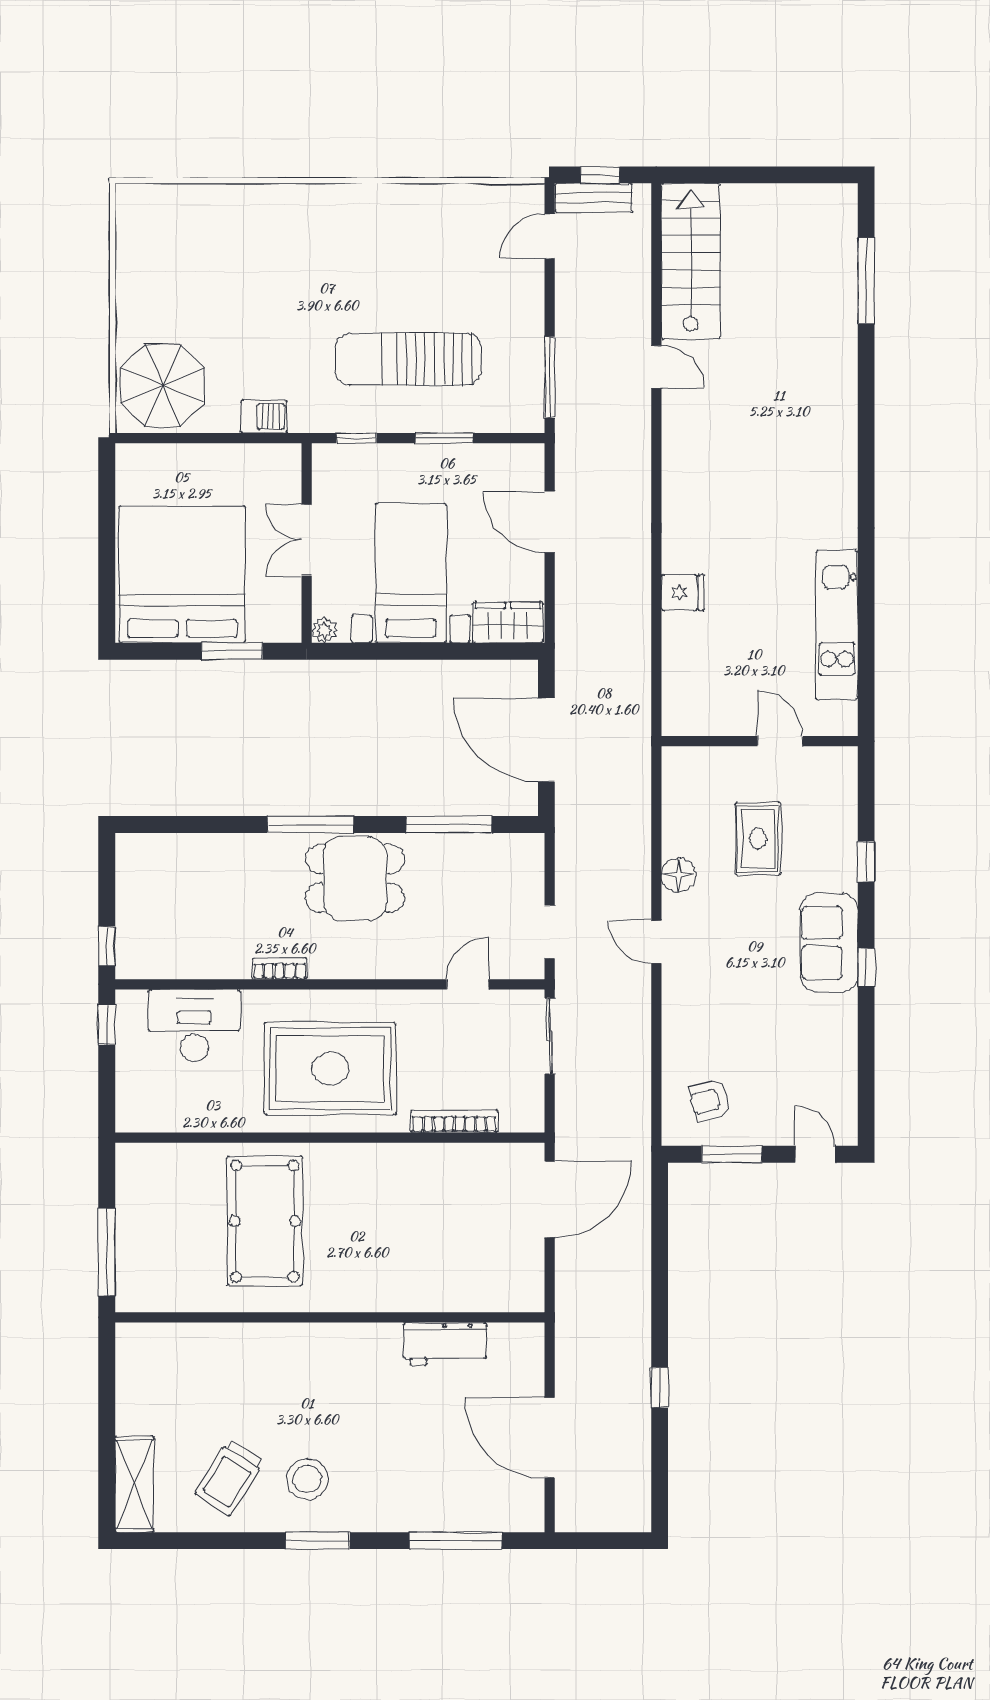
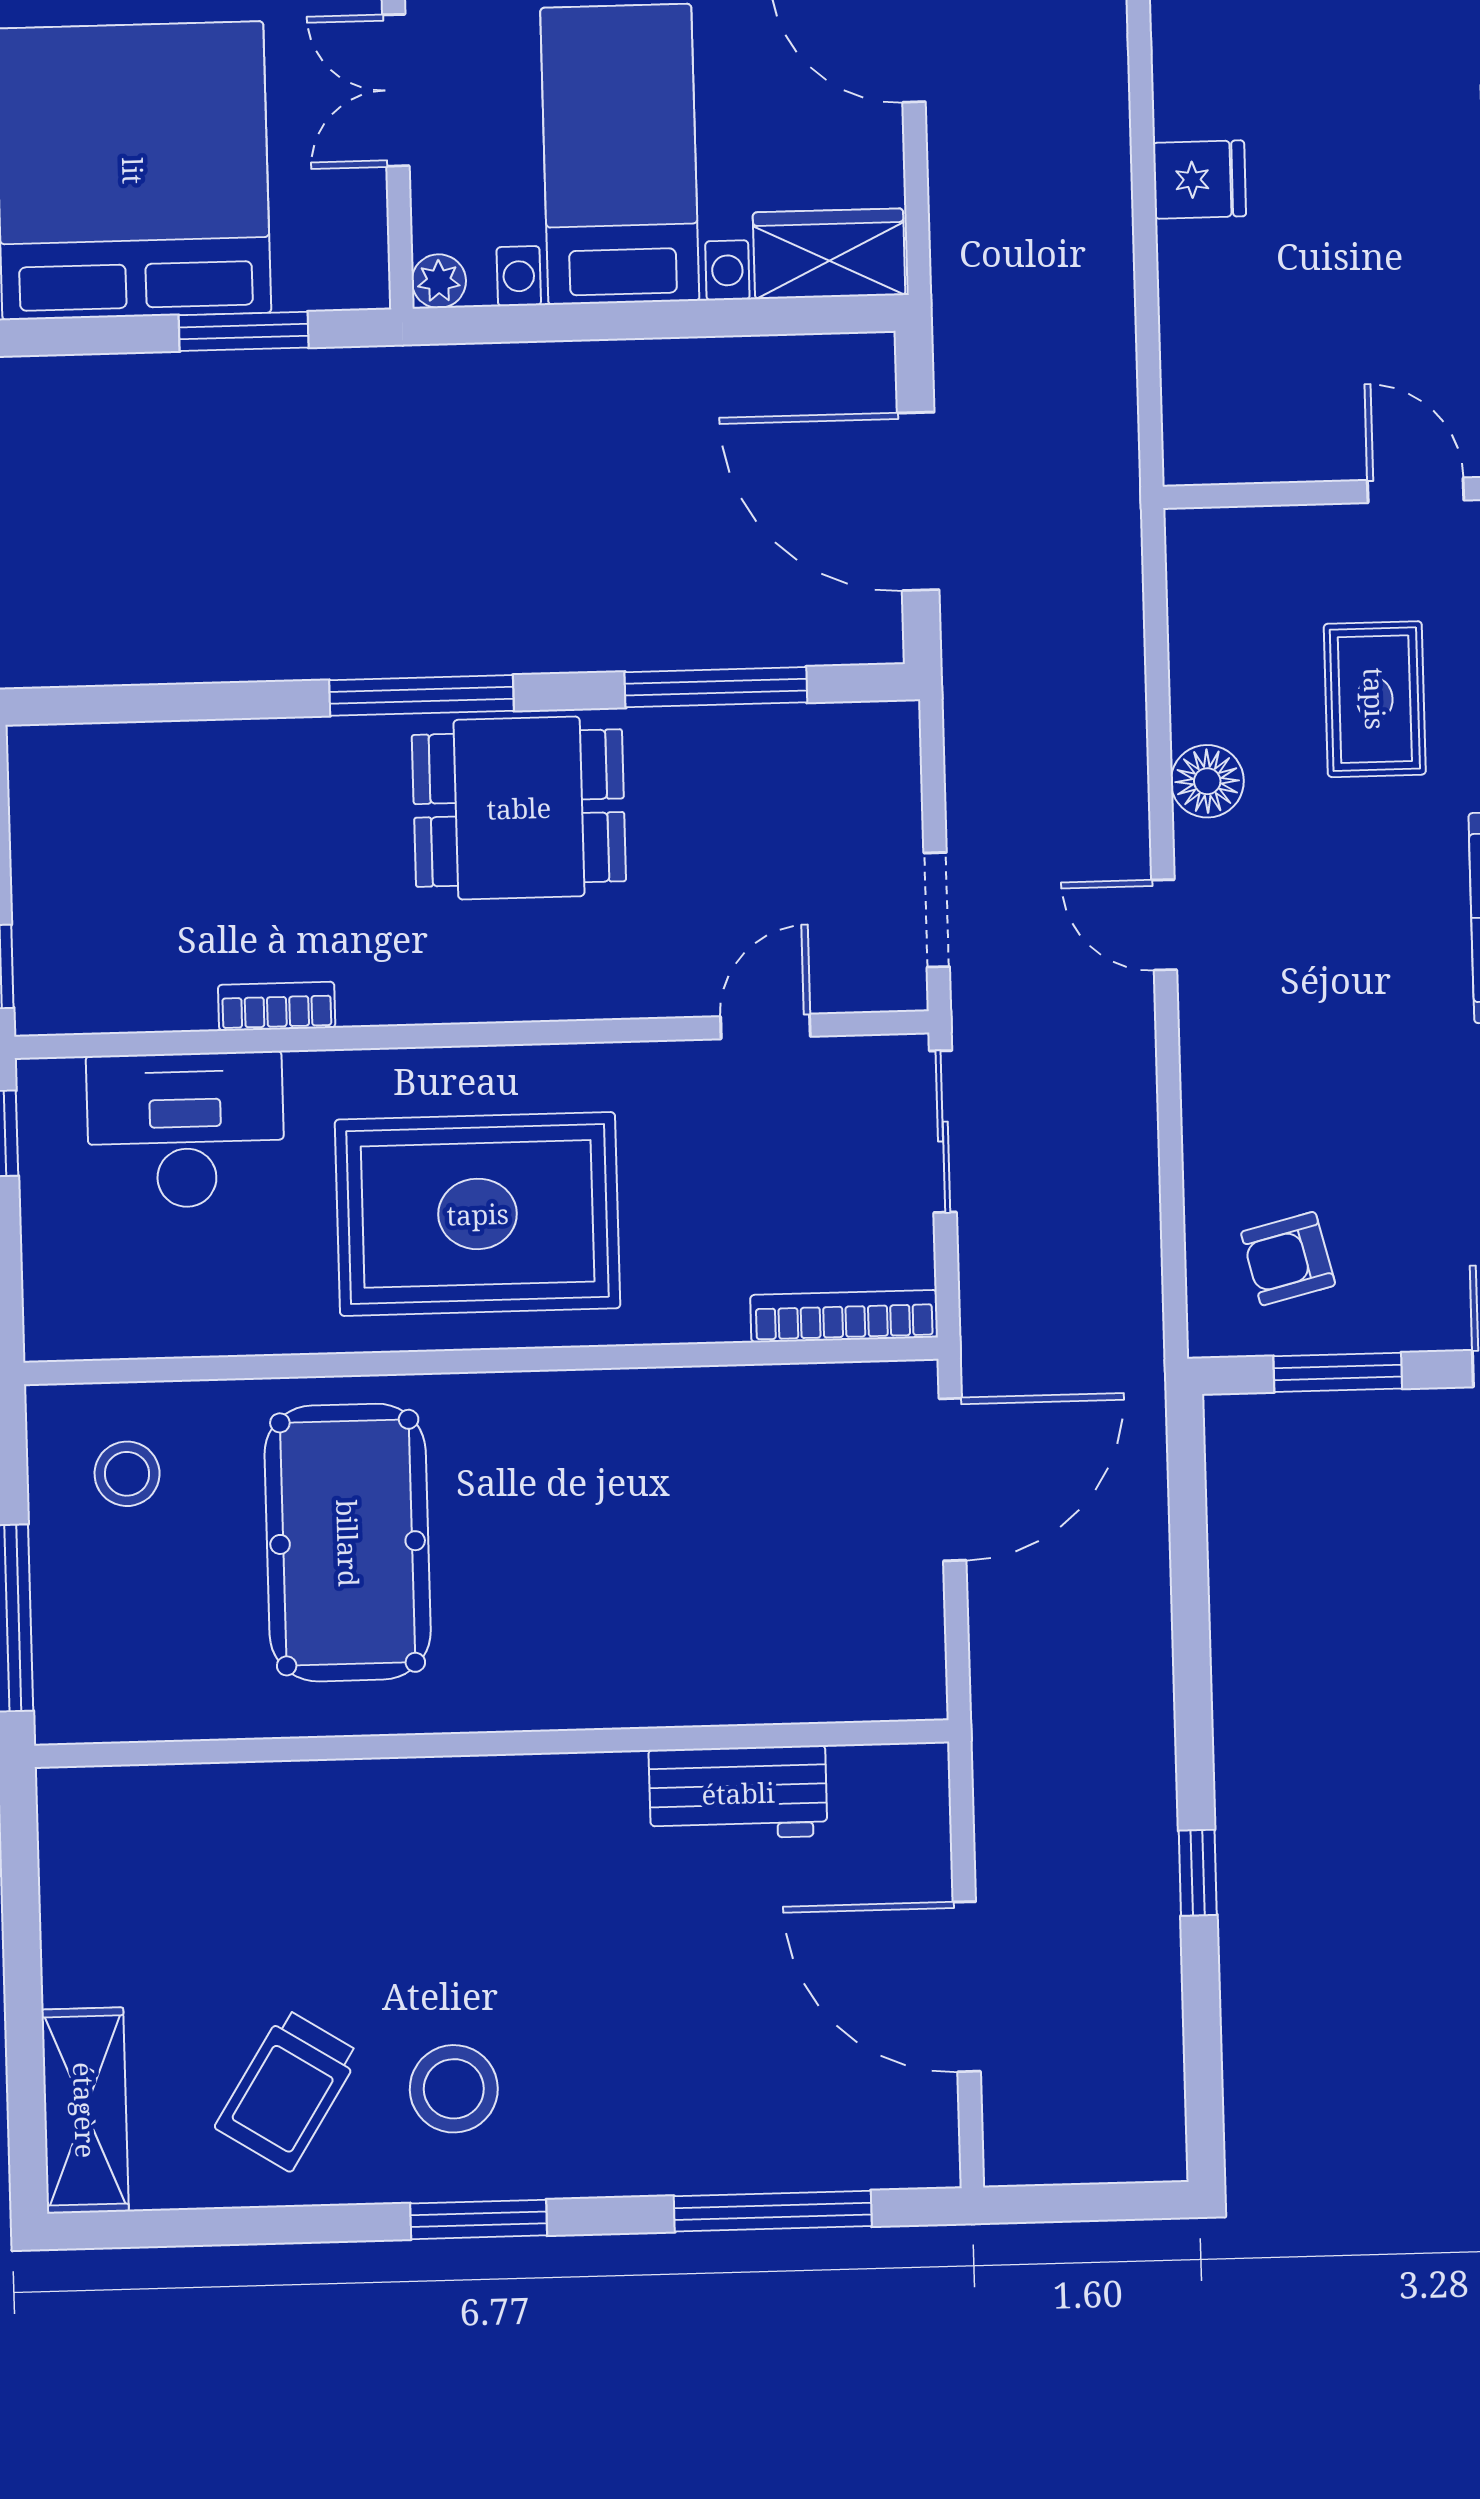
bookcase: (280, 968) -> (277, 1006), moved
bookcase: (454, 1121) -> (844, 1316), moved
stool: (162, 1186) -> (127, 1474), added

